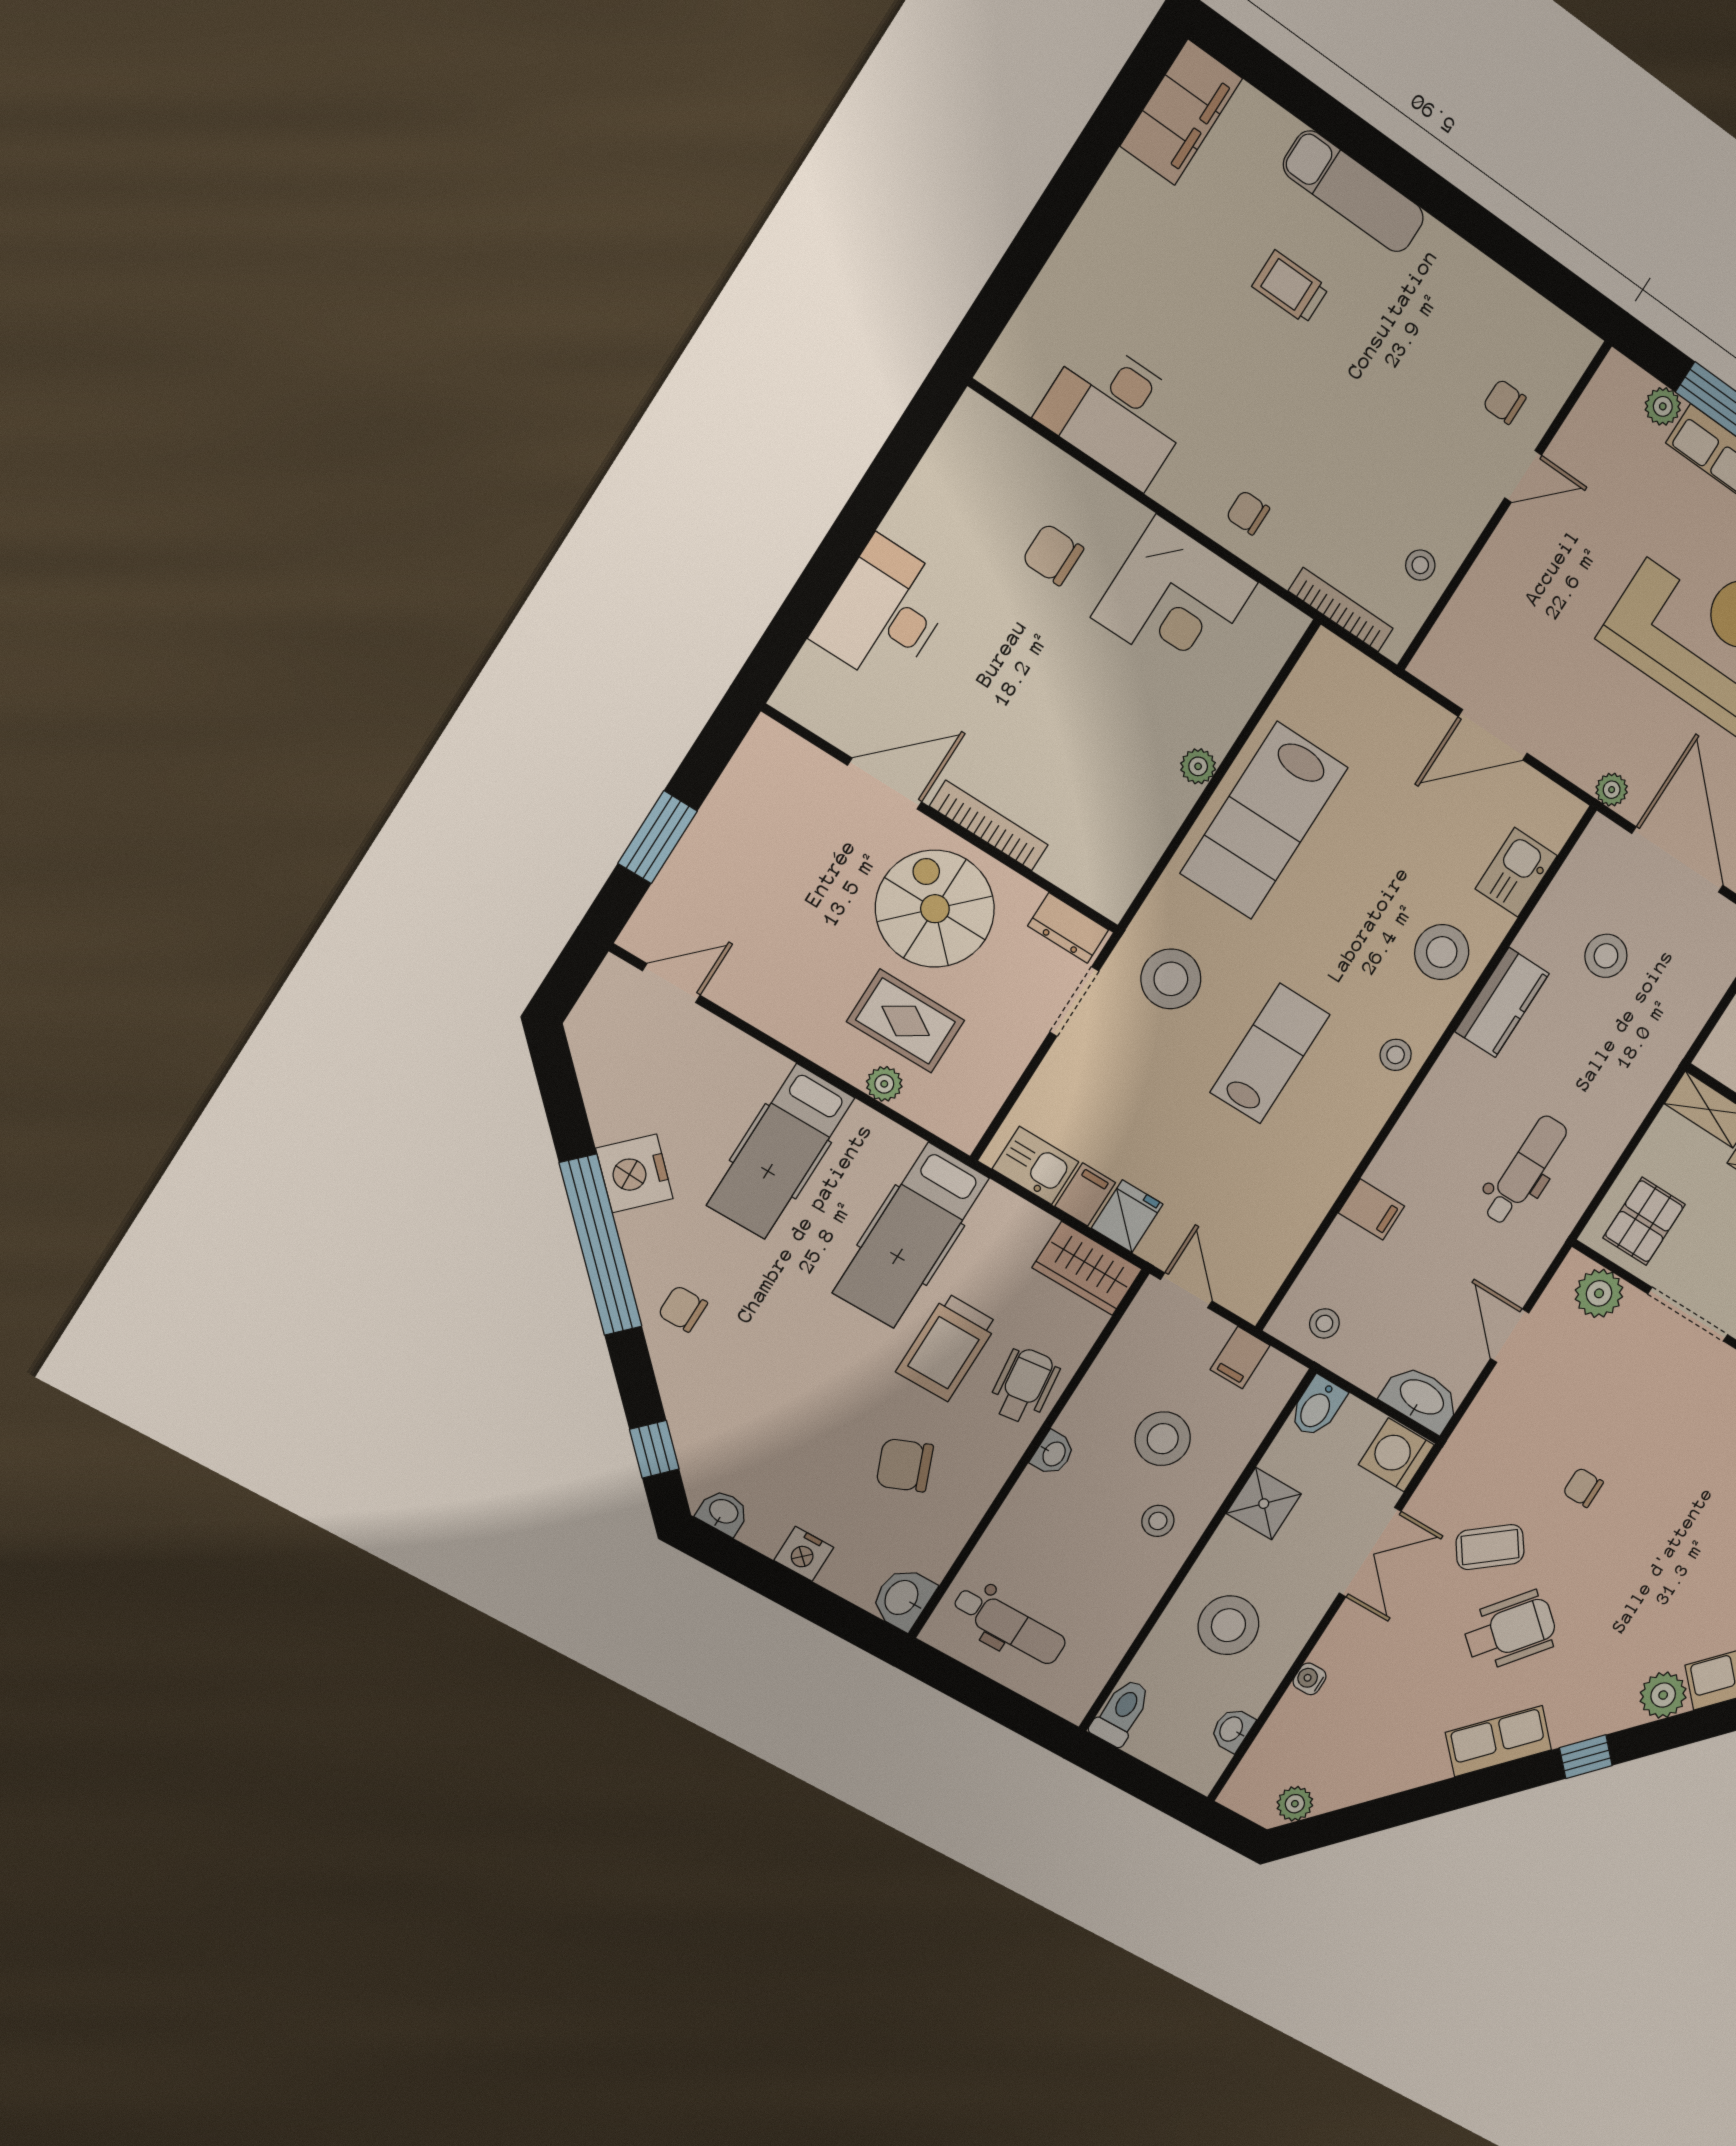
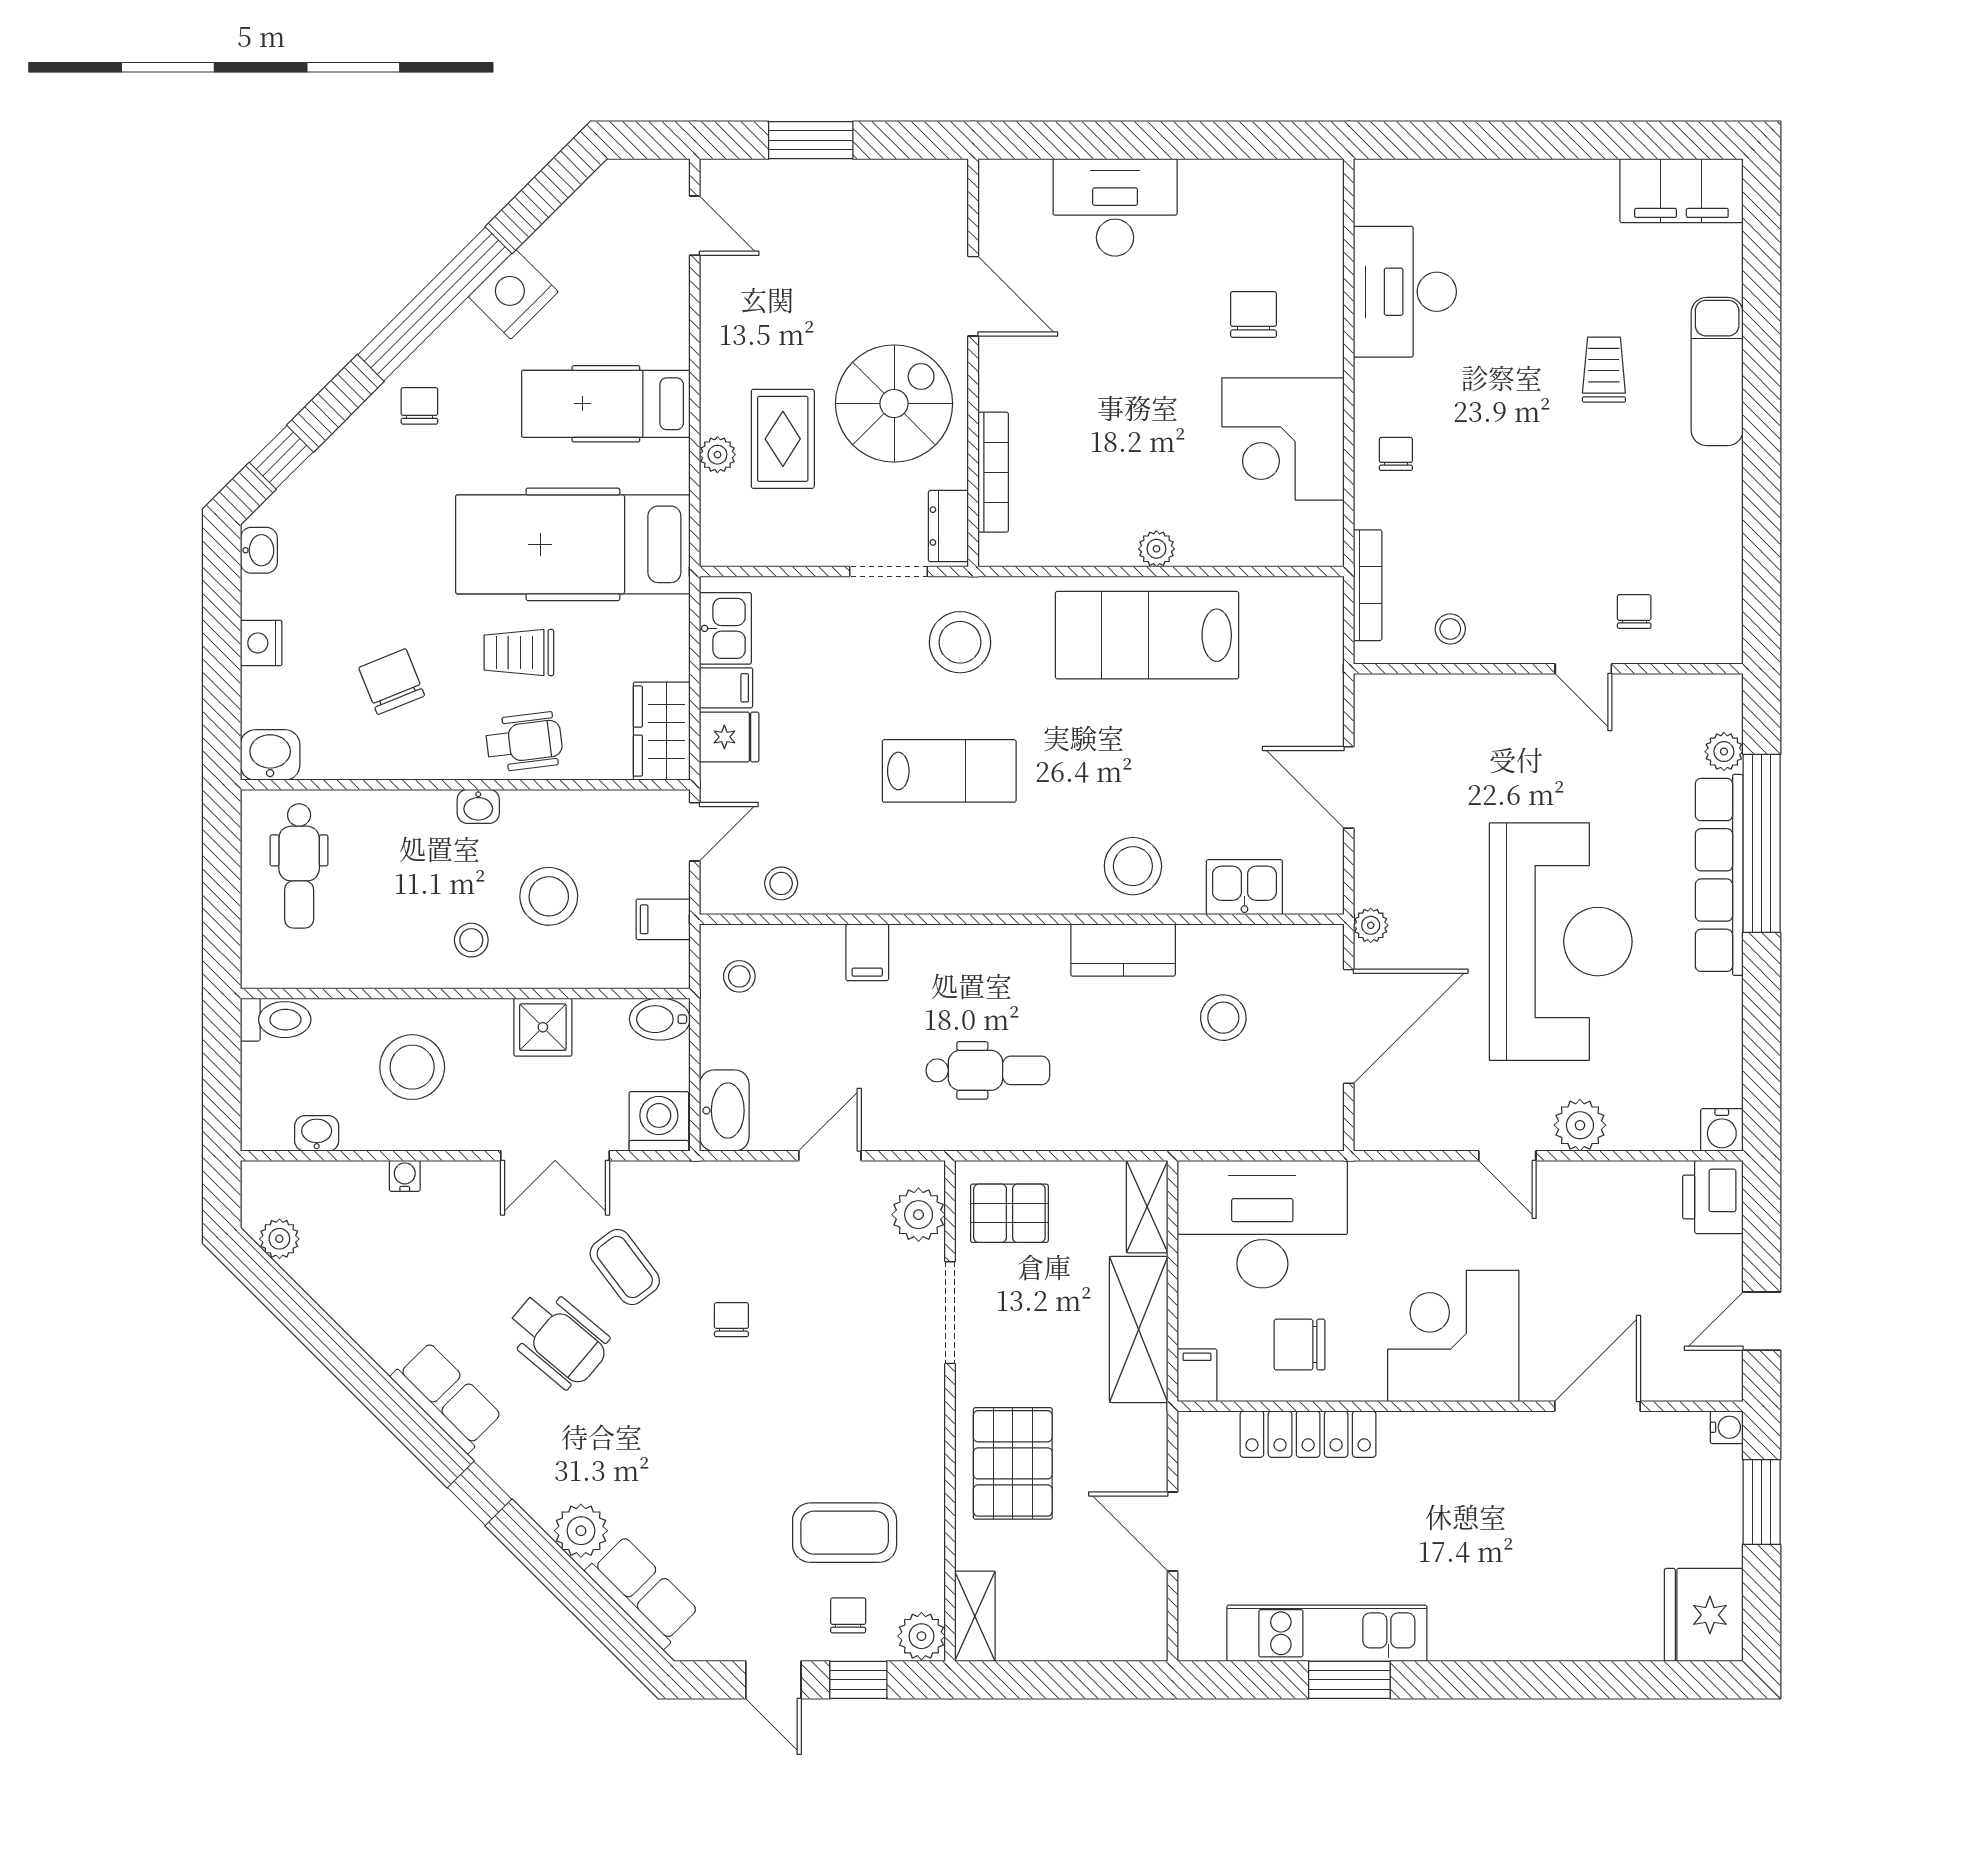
bookcase: (989, 826) -> (993, 472), moved
stool: (1396, 1055) -> (781, 883), moved
hospital bed: (911, 1235) -> (573, 544), width x1.37, depth x1.29
trolley: (947, 1347) -> (519, 653), width x0.73, depth x0.72

